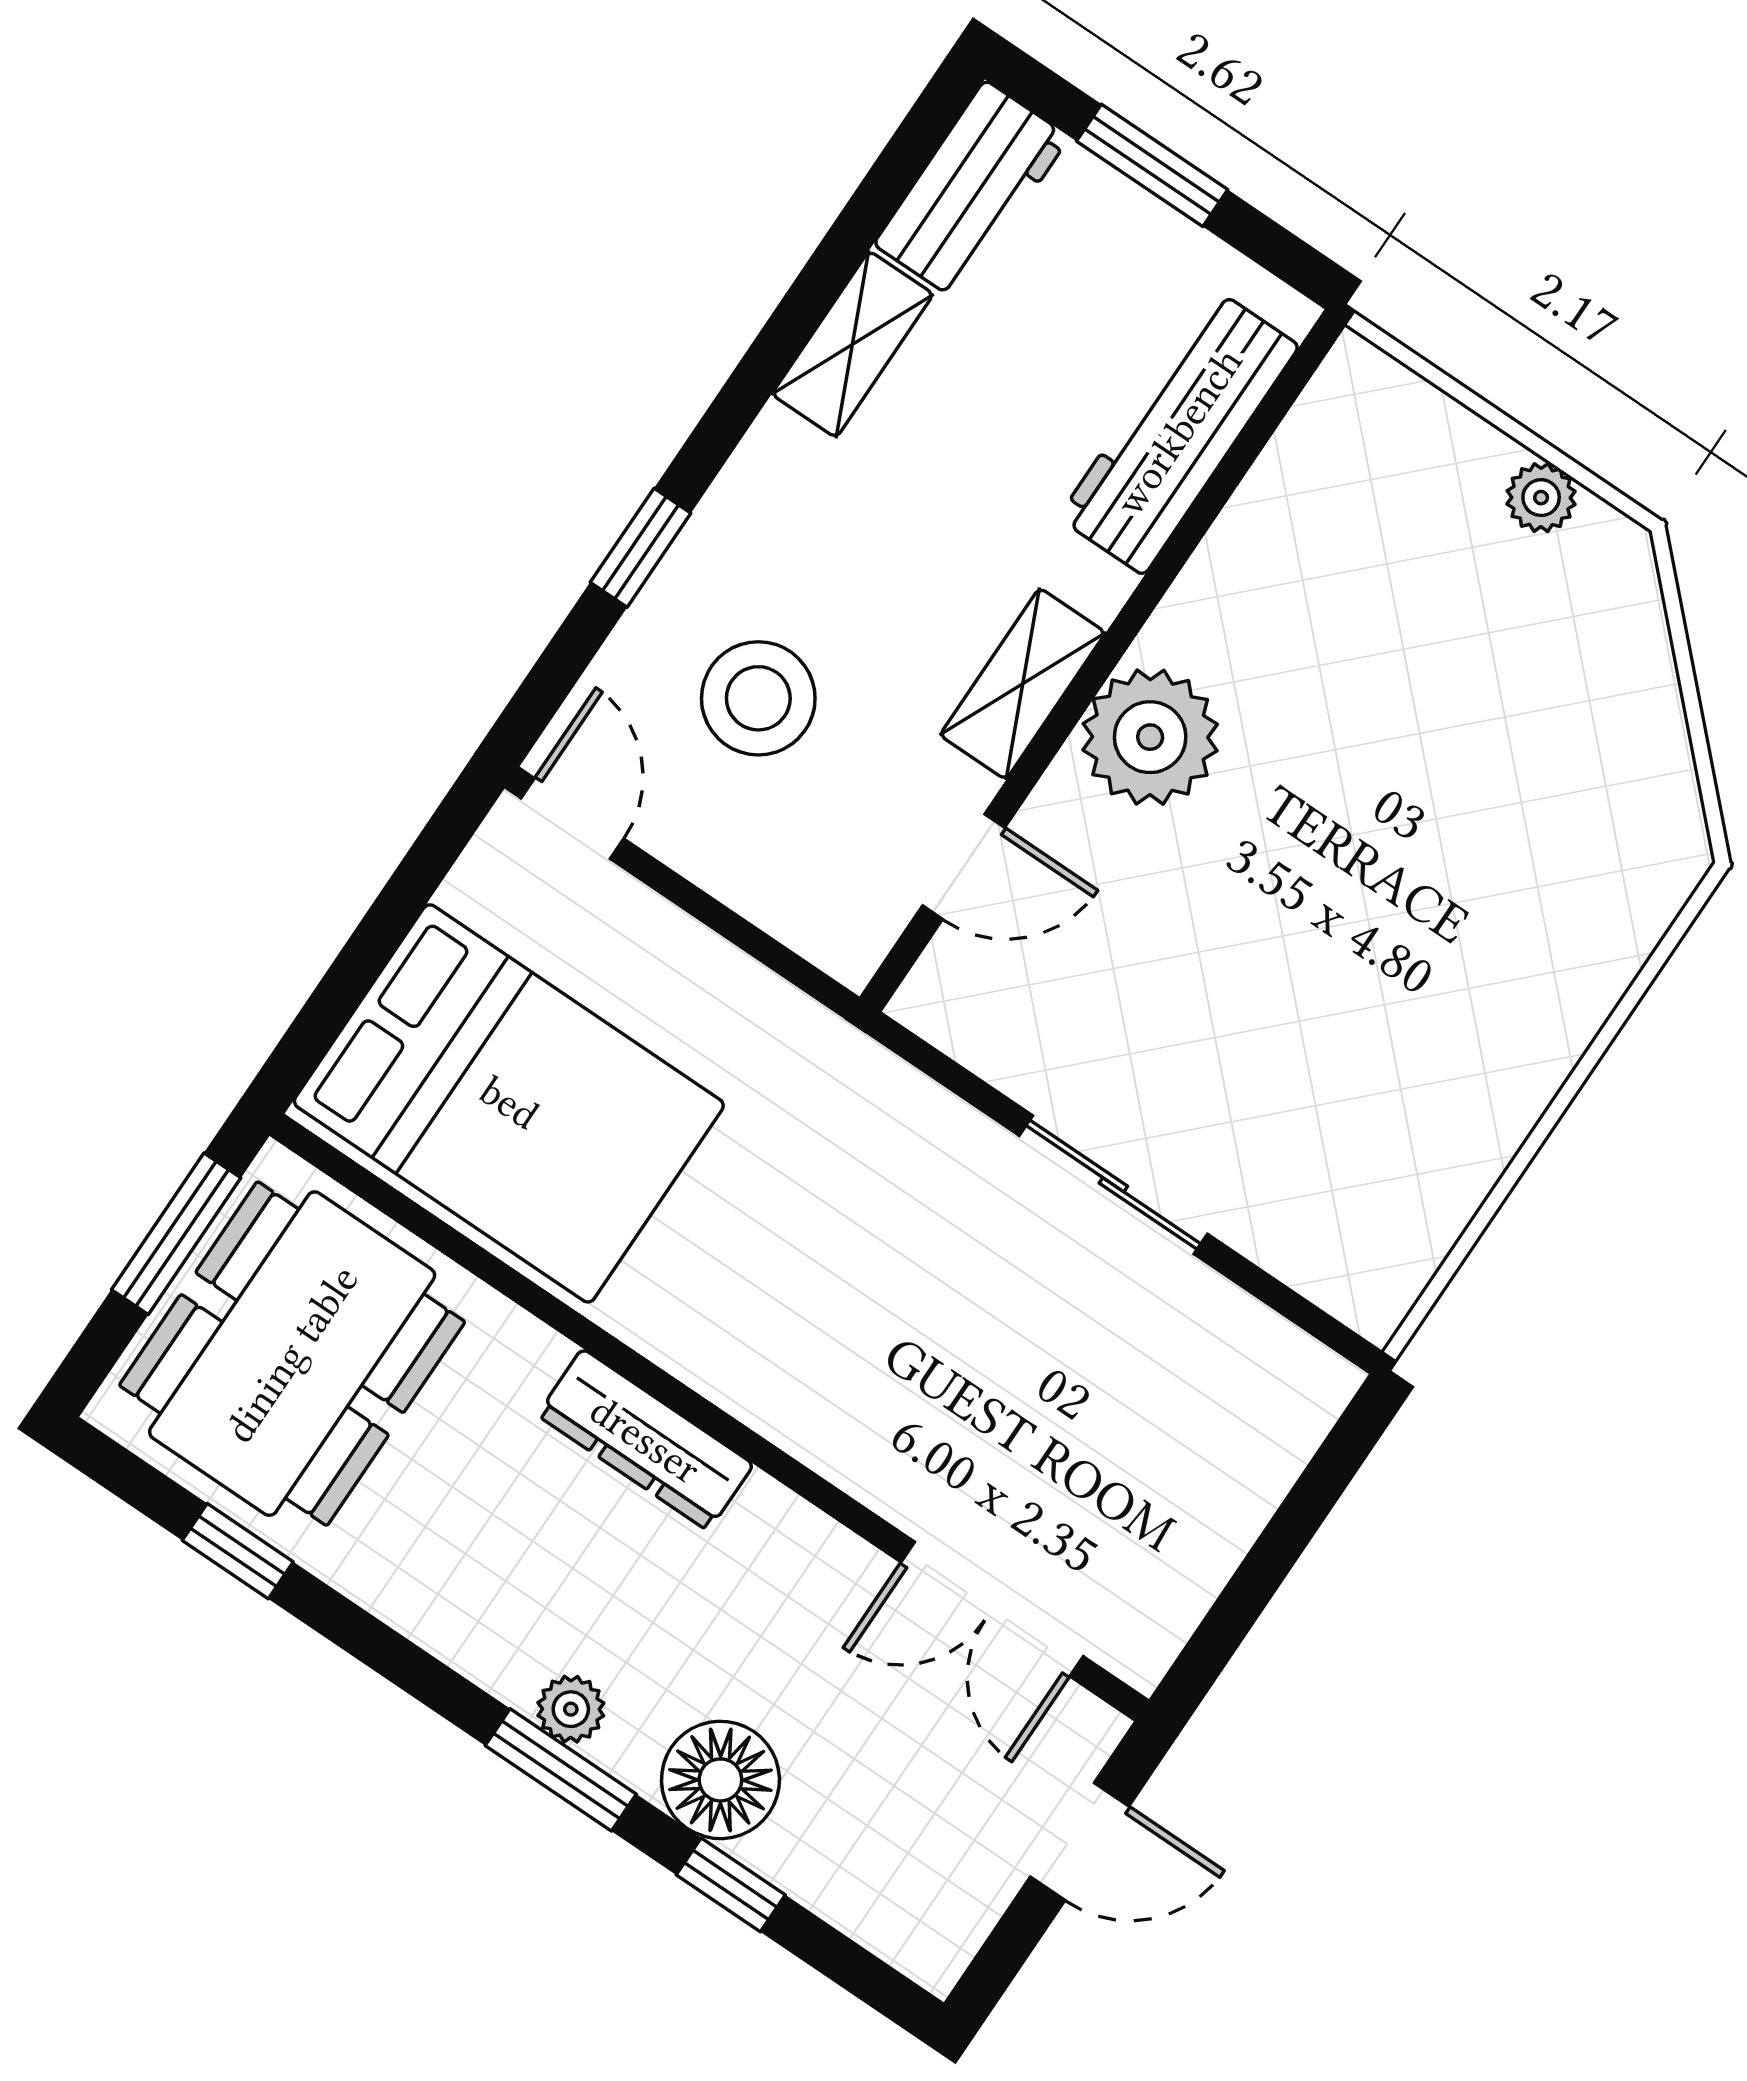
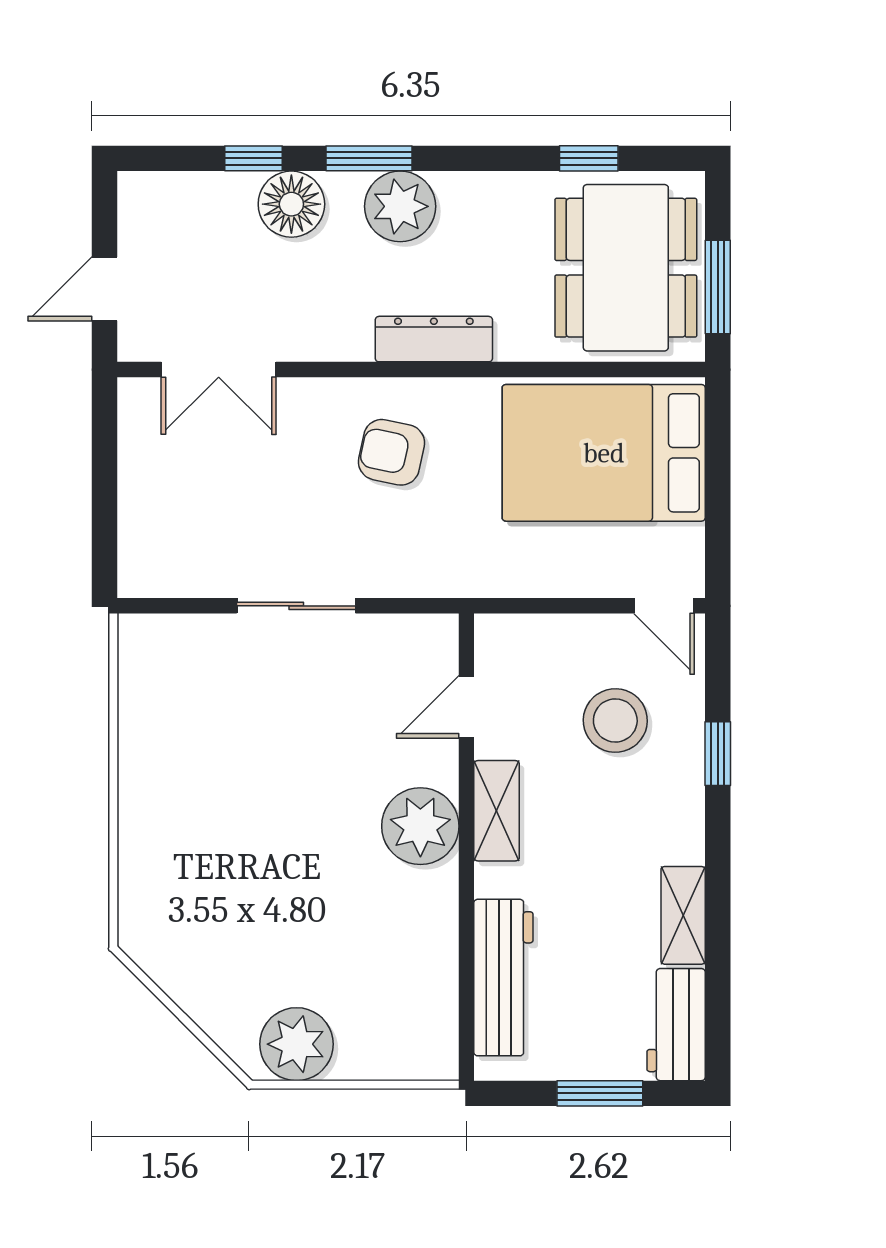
plant: (1541, 498) -> (297, 1044), width x1.87, depth x1.87
armchair: (820, 1315) -> (391, 452), added
double door: (992, 1609) -> (219, 370), swing flipped
plant: (571, 1709) -> (400, 206), width x1.88, depth x1.88

